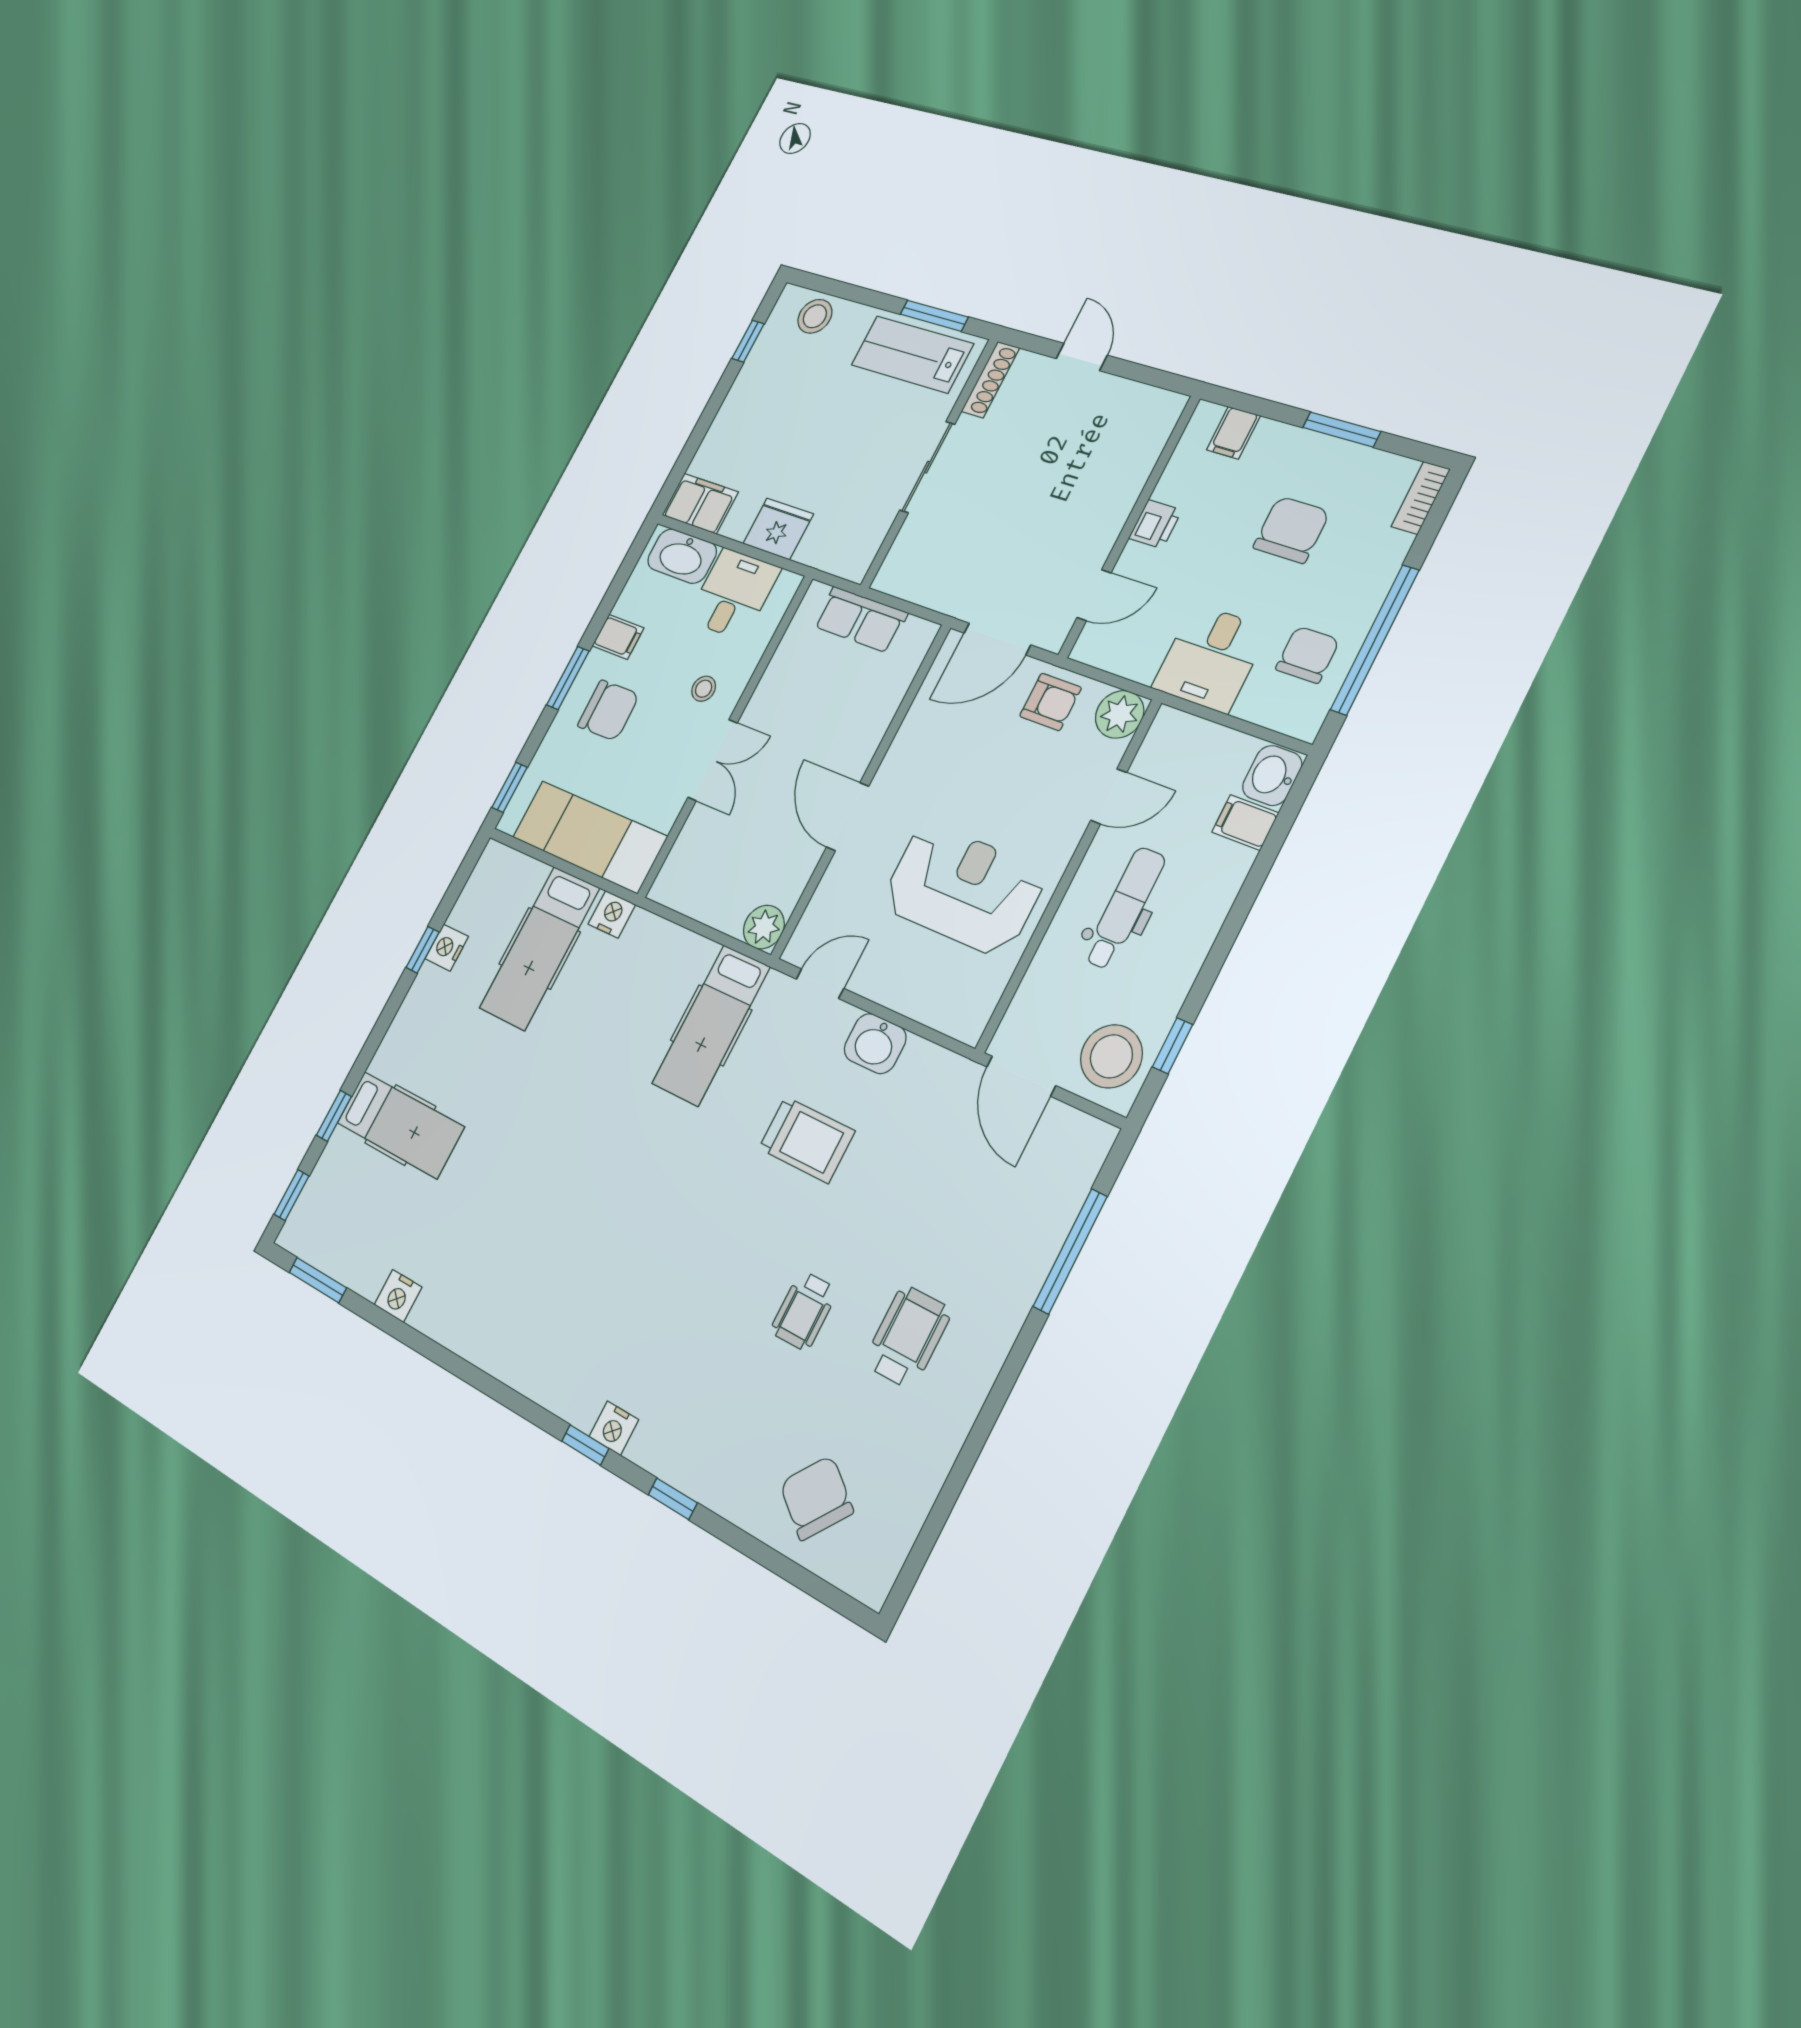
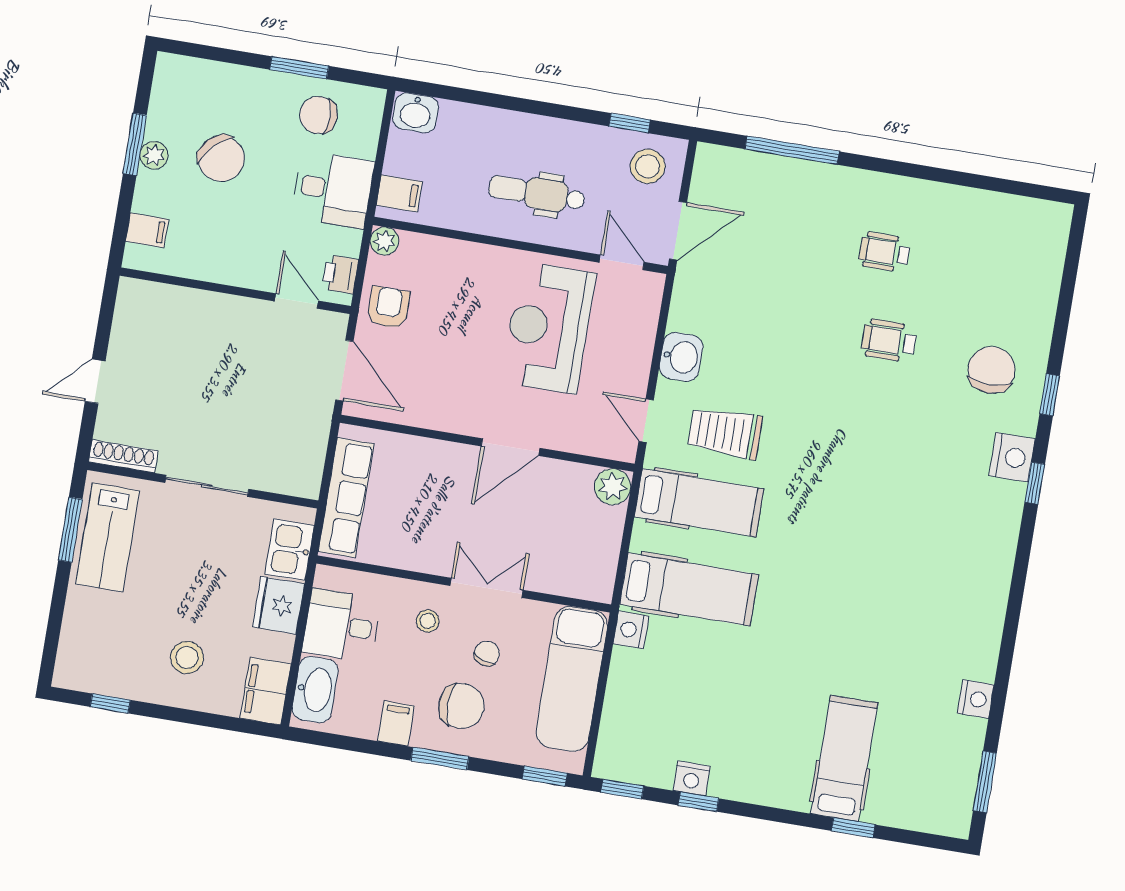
stool: (815, 316) -> (187, 657), moved
plant: (1321, 451) -> (154, 155), added
bookcase: (1421, 498) -> (183, 67), removed
printer: (1155, 524) -> (340, 274), moved, turned -90
chair: (1291, 530) -> (221, 158), turned -135
kitchen sink: (829, 549) -> (290, 550), added
row of seats: (860, 619) -> (346, 498), width x1.48
window: (1375, 640) -> (299, 68), width x0.47
chair: (608, 710) -> (461, 706), turned 91
plant: (1120, 714) -> (385, 241), width x0.73, depth x0.73
chair: (648, 748) -> (487, 653), added
door: (1109, 796) -> (622, 262), moved
filing cabinet: (1245, 822) -> (399, 193), moved, turned -90
hospital bed: (540, 948) -> (689, 589), moved
stool: (1111, 1056) -> (648, 166), width x0.73, depth x0.73
trolley: (807, 1140) -> (725, 433), moved, turned -90
window: (292, 1195) -> (622, 789), moved
wheelchair: (804, 1311) -> (889, 341), turned 180
wheelchair: (908, 1337) -> (884, 252), width x0.73, depth x0.73
nightstand: (614, 1428) -> (1012, 457), width x1.36, depth x1.33
chair: (816, 1498) -> (991, 370), moved, turned 143

